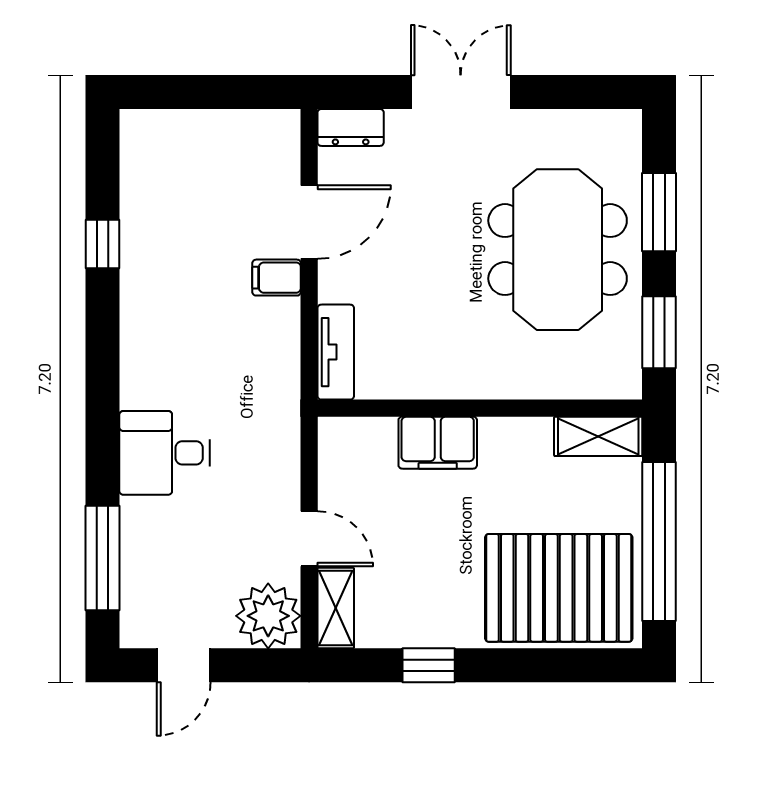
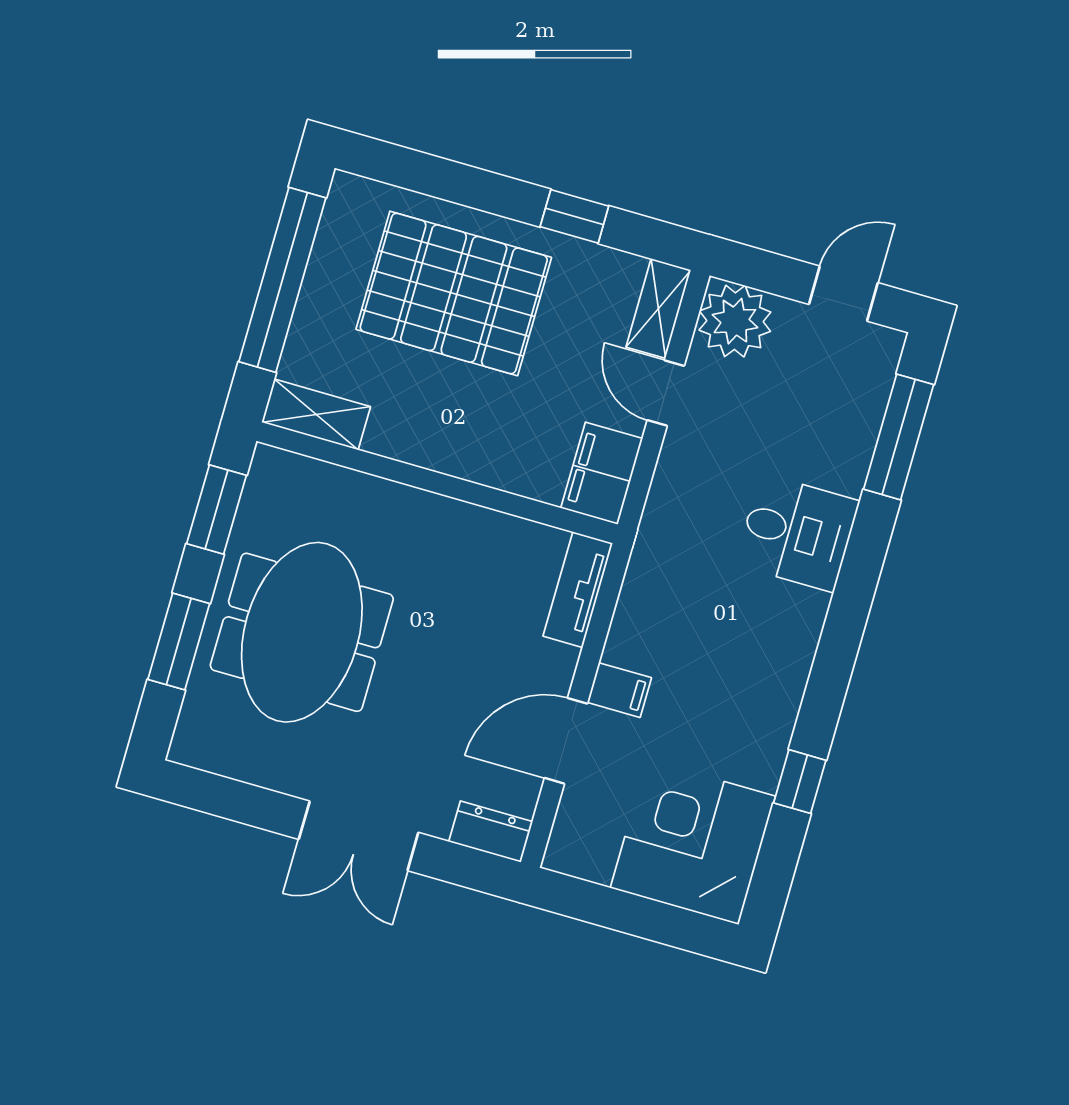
corner desk: (178, 167) -> (693, 842), added
filing cabinet: (438, 443) -> (602, 473), moved, turned -90
pallet: (559, 588) -> (454, 293), moved

